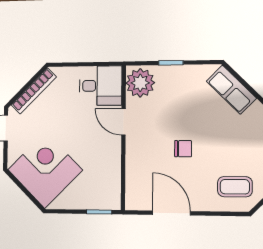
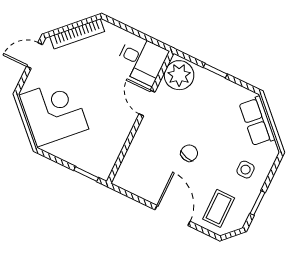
side table: (242, 139) -> (246, 170), added
chair: (183, 149) -> (189, 153), turned -75
coffee table: (235, 187) -> (219, 208), turned 90
door: (171, 213) -> (172, 216), moved

